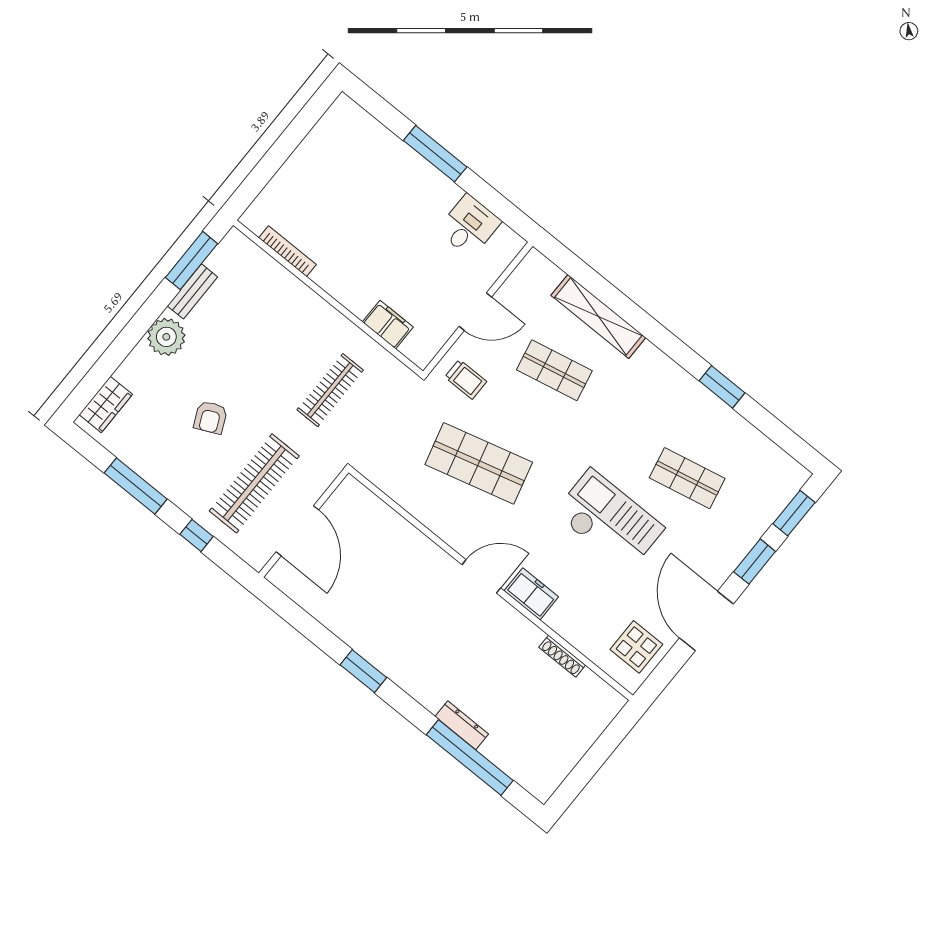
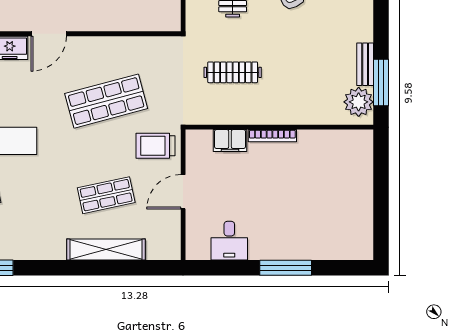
bookcase: (287, 251) -> (272, 136), moved
plant: (166, 337) -> (359, 102), moved
trolley: (466, 379) -> (156, 146), width x1.36, depth x1.39
clothes rail: (330, 390) -> (233, 72), turned 90

